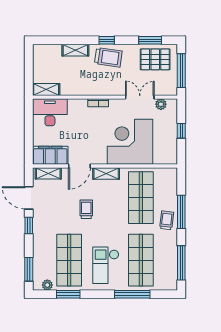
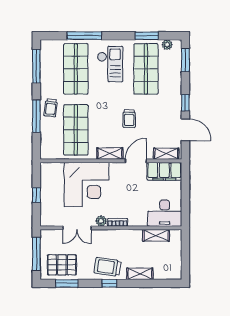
shelving: (46, 90) -> (156, 235), moved
plant: (161, 104) -> (101, 221), moved

